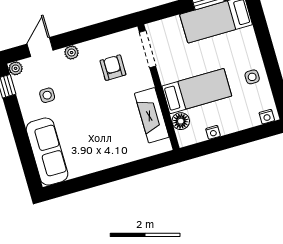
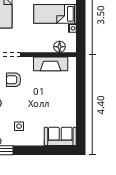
bed: (197, 91) -> (55, 14), moved, turned -90
sofa: (47, 152) -> (60, 136), width x0.73

